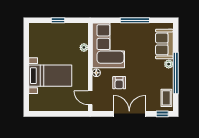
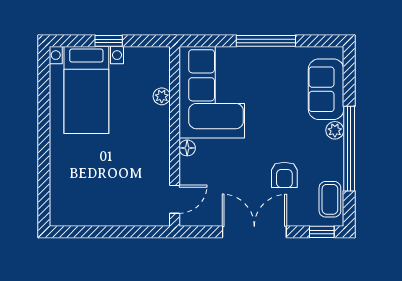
bed with nightstands: (50, 76) -> (86, 90), moved, turned 90
armchair: (119, 83) -> (284, 175), moved
door: (90, 98) -> (175, 199), swing flipped

